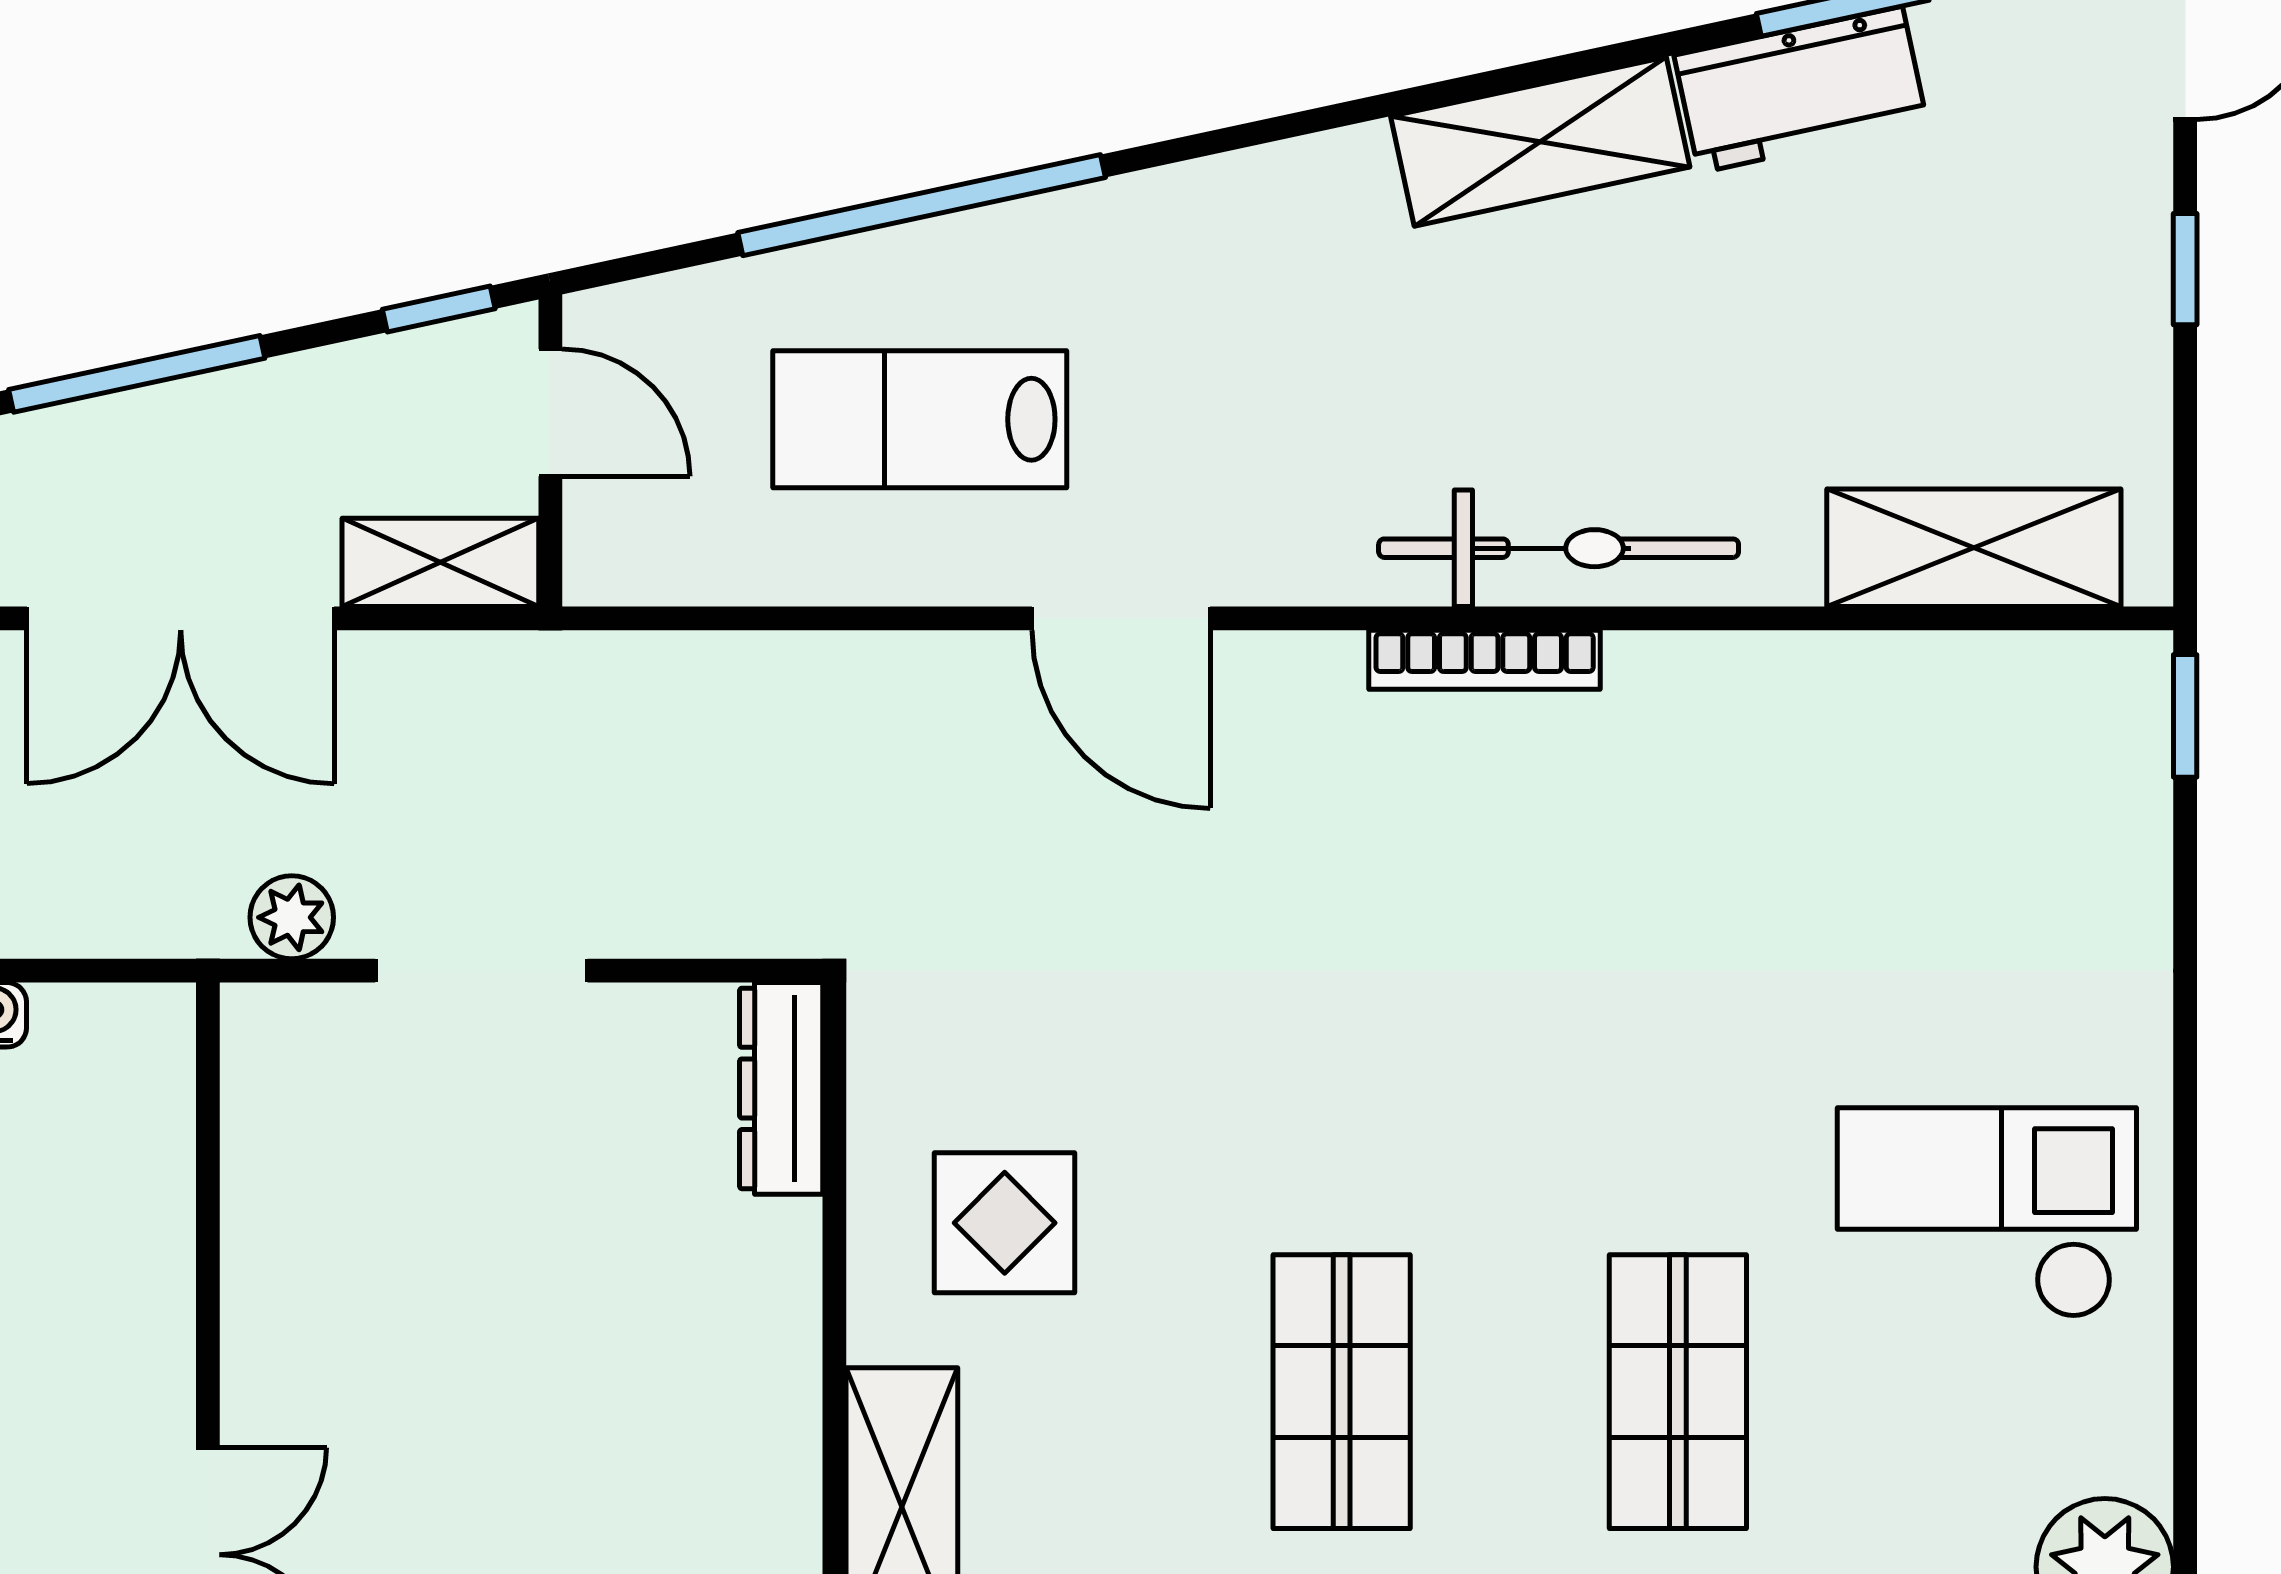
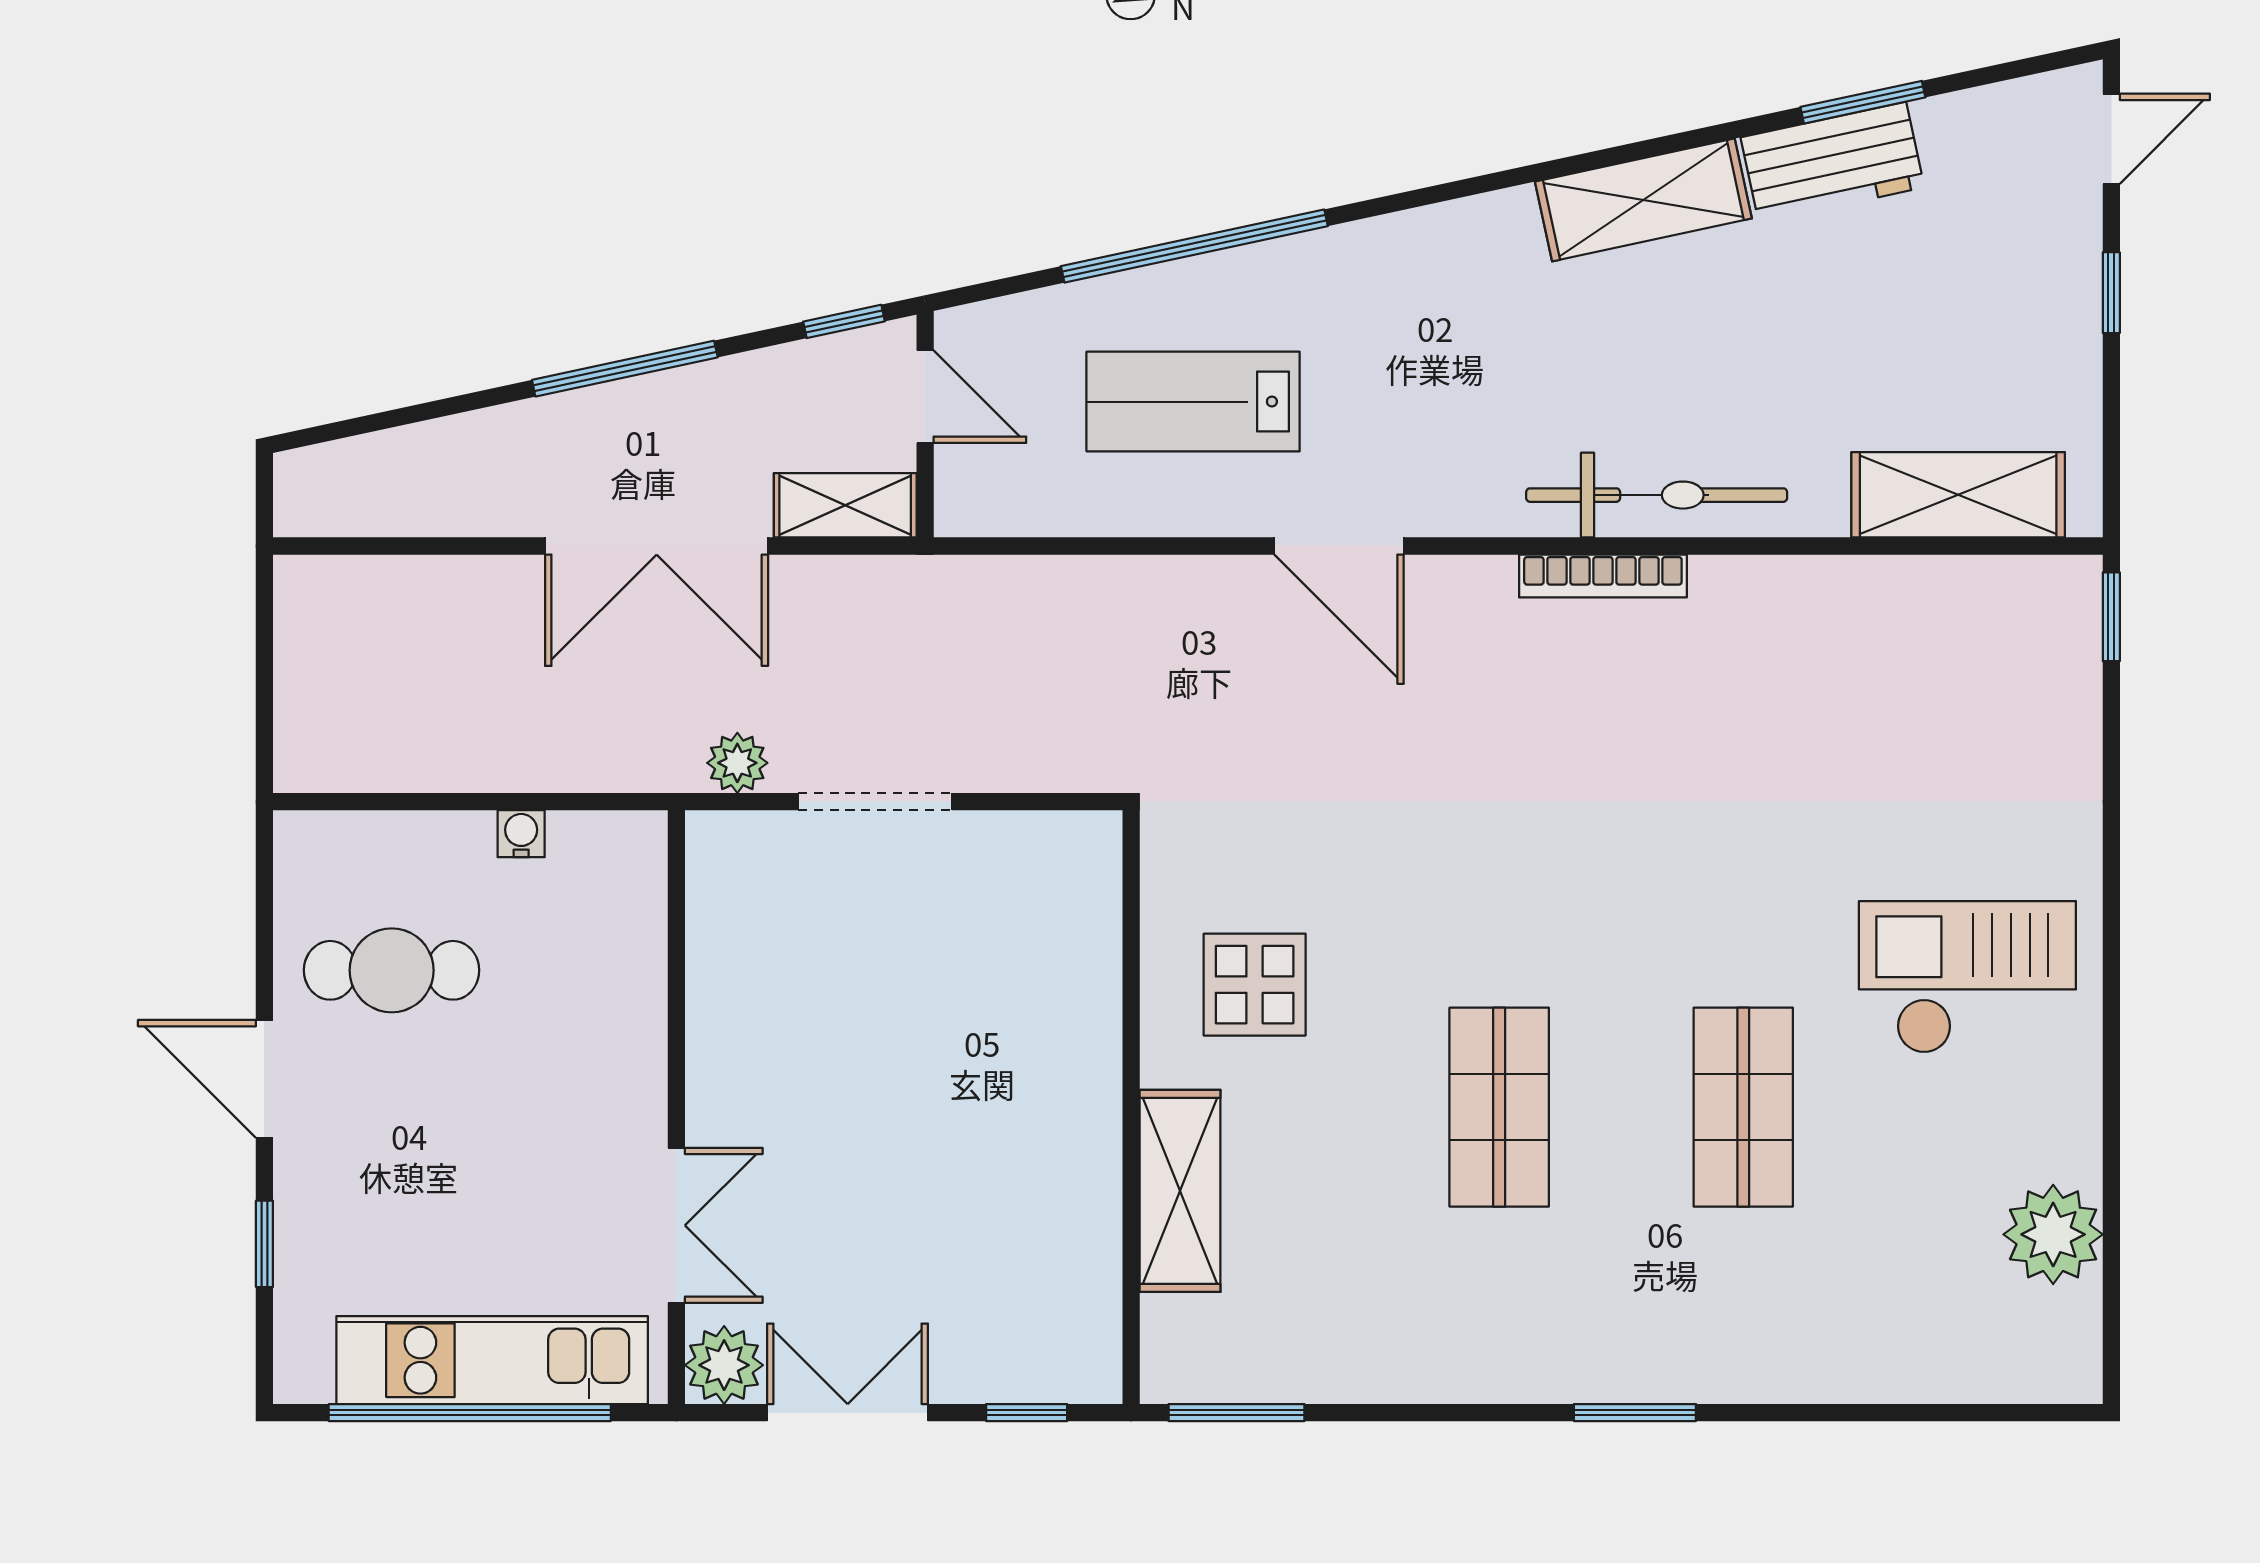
dresser: (781, 1088) -> (1092, 887), removed

